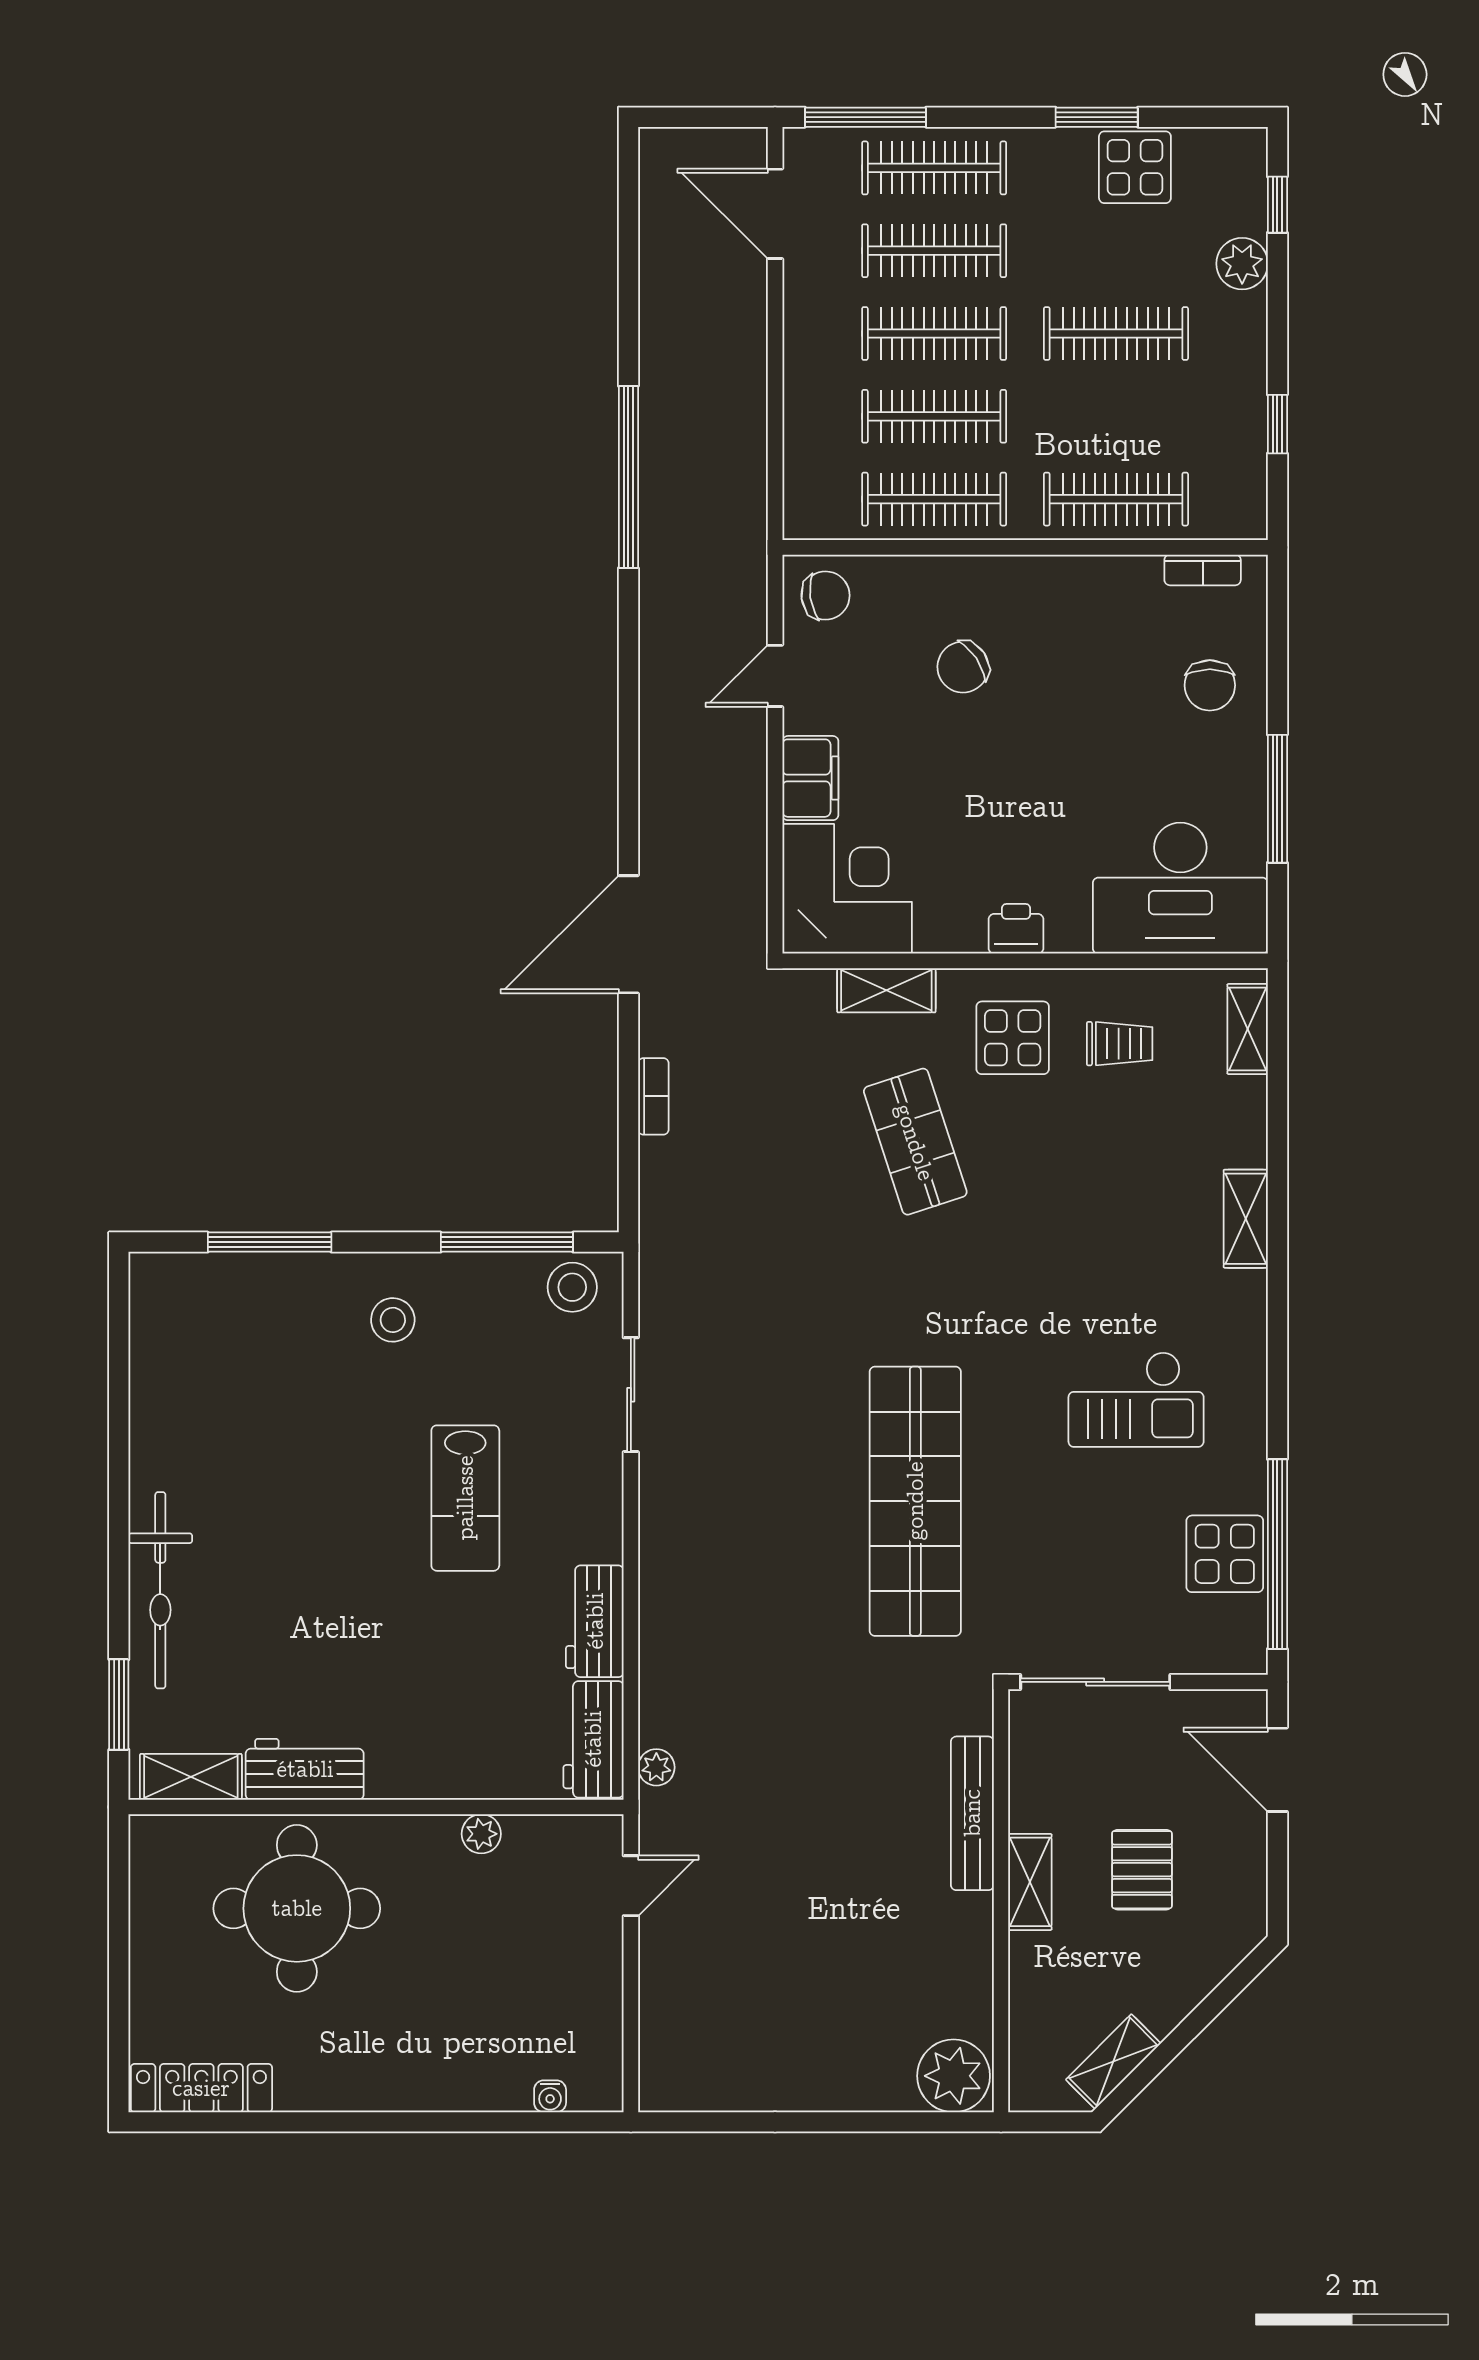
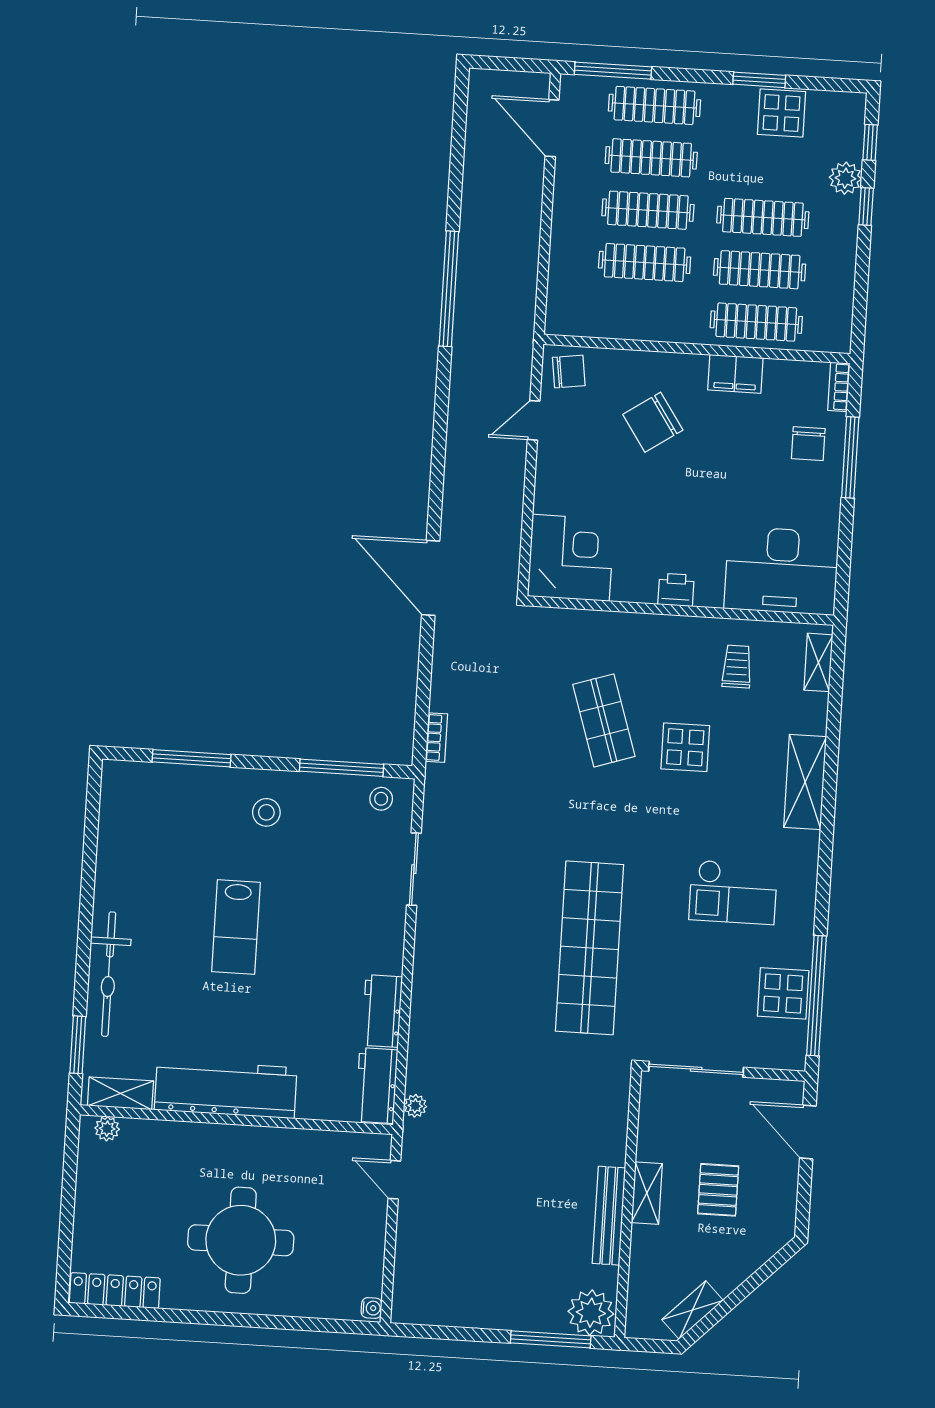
window: (1277, 424) -> (866, 207), moved
clothes rail: (934, 499) -> (760, 270), moved
bookcase: (1203, 570) -> (839, 387), moved, turned 90
chair: (963, 667) -> (653, 422), width x1.37, depth x1.37
filing cabinet: (810, 778) -> (735, 374), moved, turned 90
window: (1277, 799) -> (850, 457), moved
door: (628, 934) -> (431, 578), hinge flipped
shelving: (886, 990) -> (592, 624), removed
display table: (1013, 1038) -> (685, 747), moved
trolley: (1120, 1044) -> (737, 667), turned -90
bookcase: (653, 1096) -> (436, 738), moved
shelving: (1246, 1219) -> (805, 782), width x1.50, depth x1.33
stool: (572, 1287) -> (381, 799), width x0.73, depth x0.73
lab bench: (465, 1498) -> (236, 927), moved
workbench: (305, 1769) -> (226, 1089), width x1.88, depth x1.32
bench: (972, 1813) -> (609, 1216), moved
plant: (481, 1834) -> (107, 1129), moved
door: (631, 1886) -> (394, 1180), swing flipped
round table: (297, 1908) -> (241, 1240), moved
water cooler: (550, 2096) -> (372, 1308), moved, turned -90
window: (893, 2122) -> (551, 1339), added

